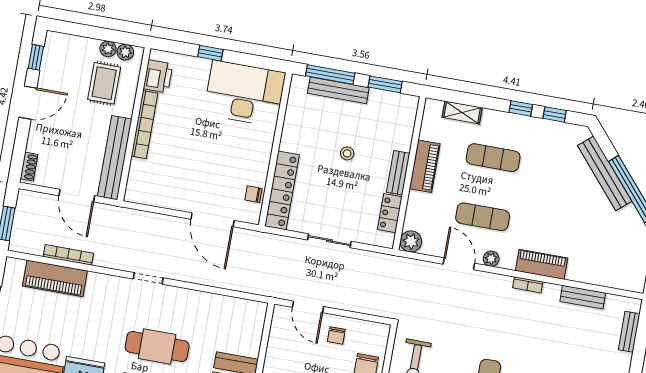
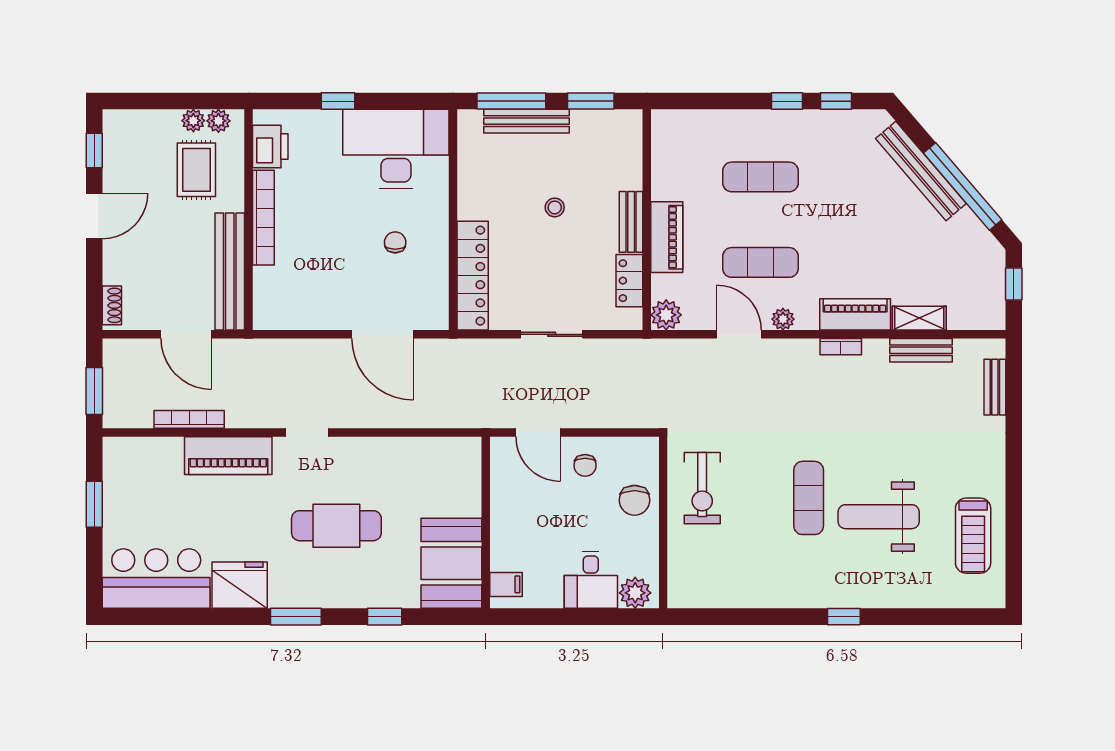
shelving: (462, 112) -> (919, 318), moved
piano: (425, 166) -> (667, 237), moved
chair: (253, 194) -> (395, 242), moved, turned 90
piano: (55, 278) -> (228, 456), moved

